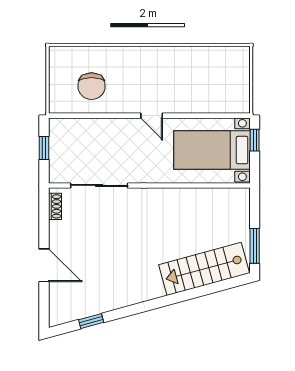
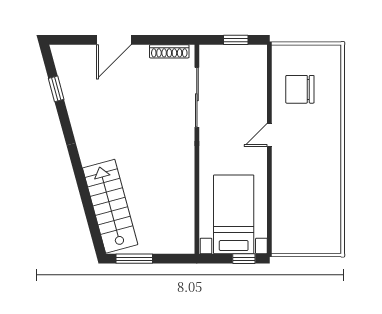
door: (152, 116) -> (269, 135), moved
shoe rack: (55, 206) -> (169, 51), width x1.43

